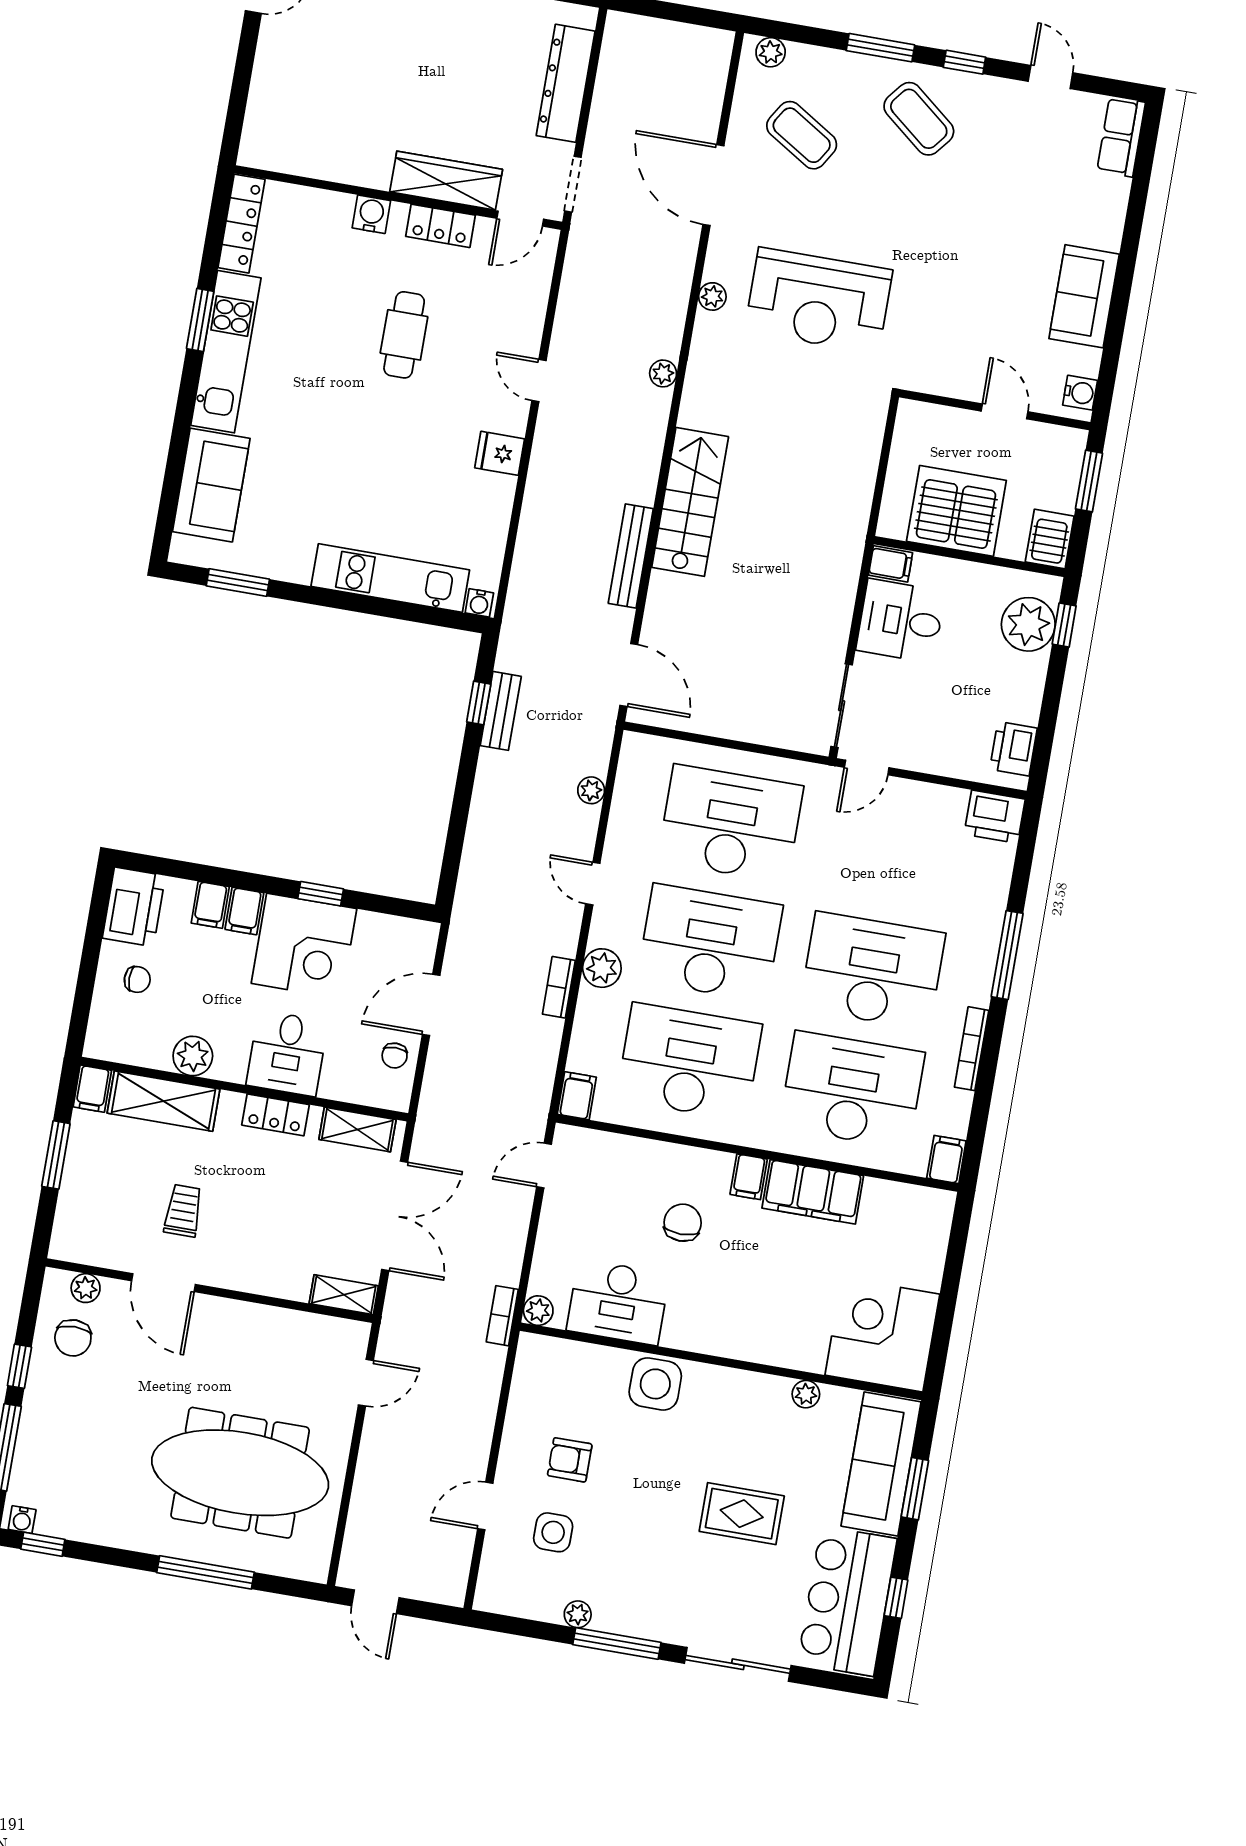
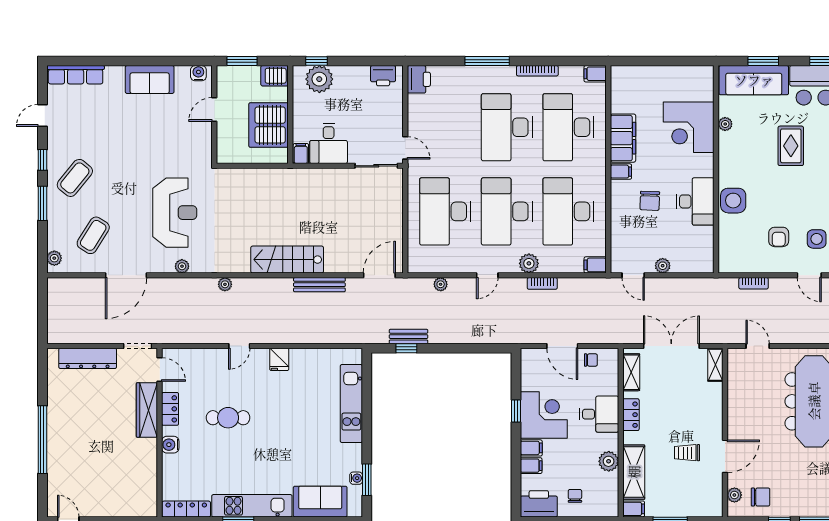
row of seats: (1121, 137) -> (76, 75), width x1.48
water cooler: (479, 603) -> (356, 478), moved
chair: (683, 1223) -> (650, 201), turned -88
desk: (618, 1302) -> (695, 201), moved
plant: (538, 1311) -> (663, 266), moved
bookcase: (502, 1316) -> (754, 283), moved
corner desk: (882, 1335) -> (689, 127), moved

